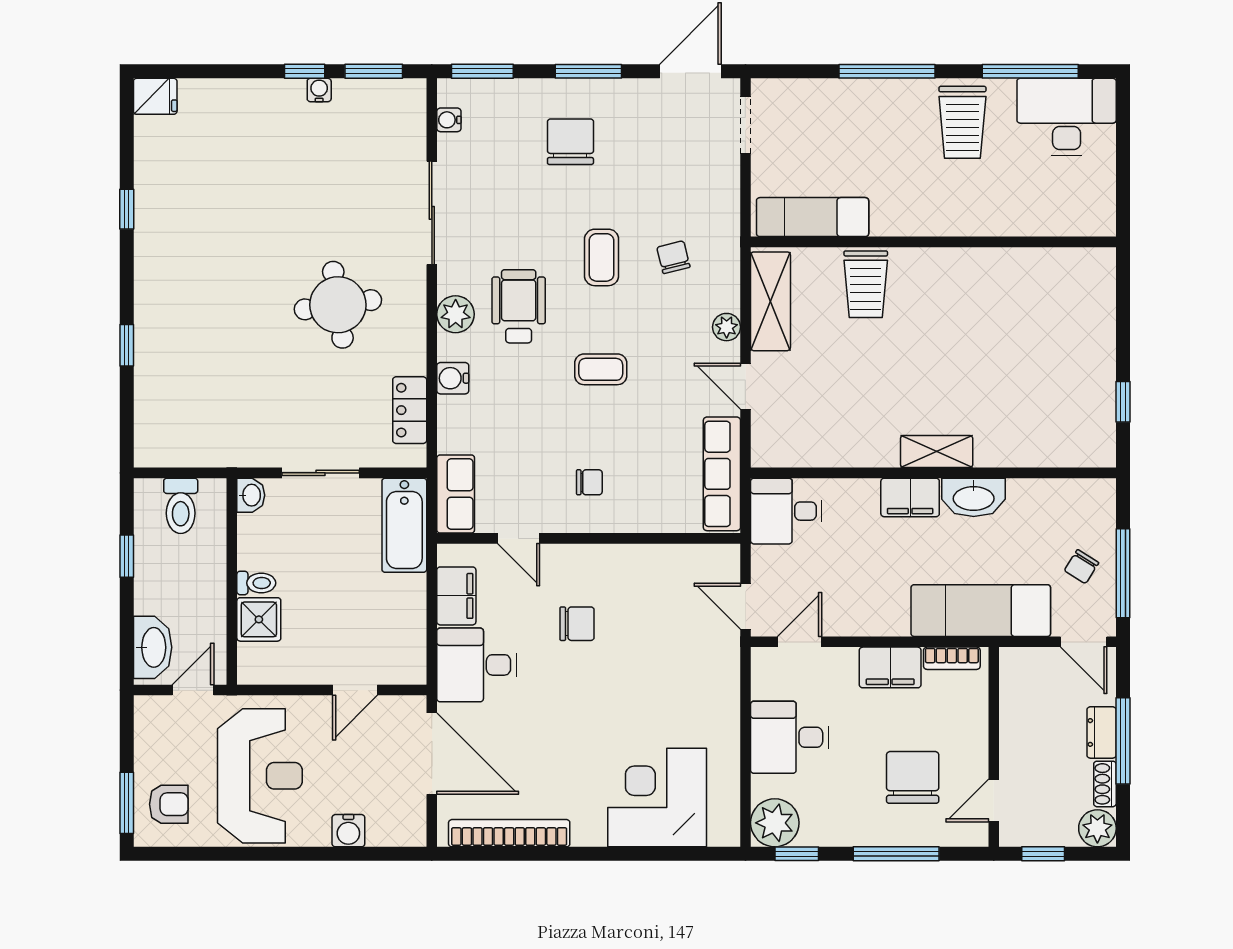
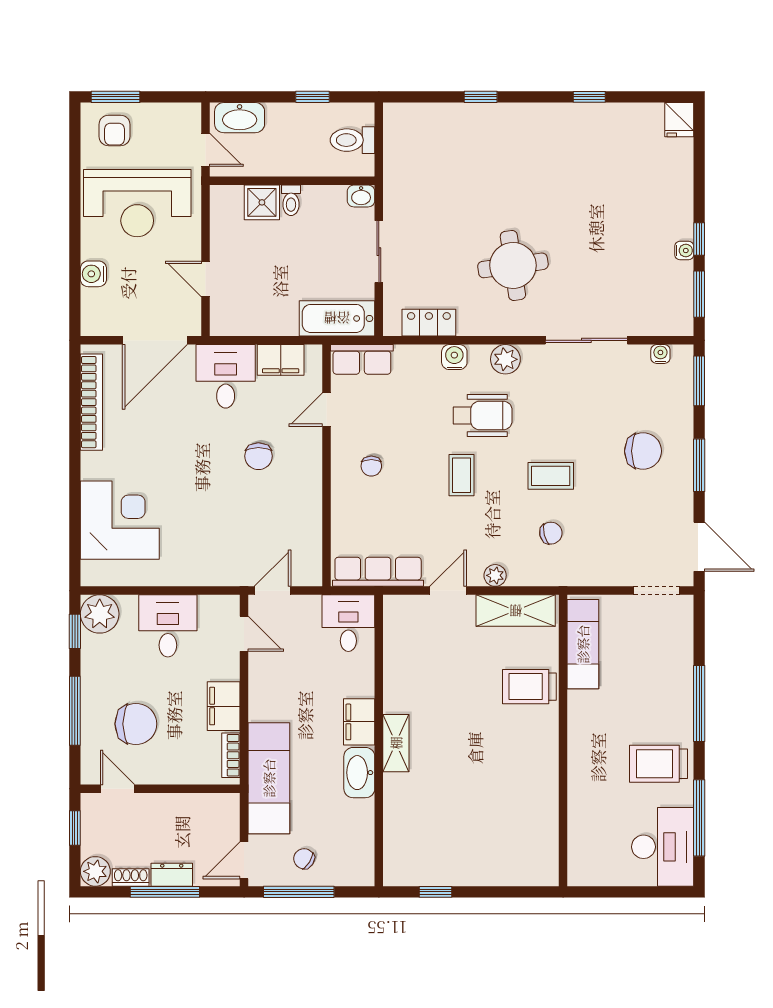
wheelchair: (519, 306) -> (483, 415), moved

